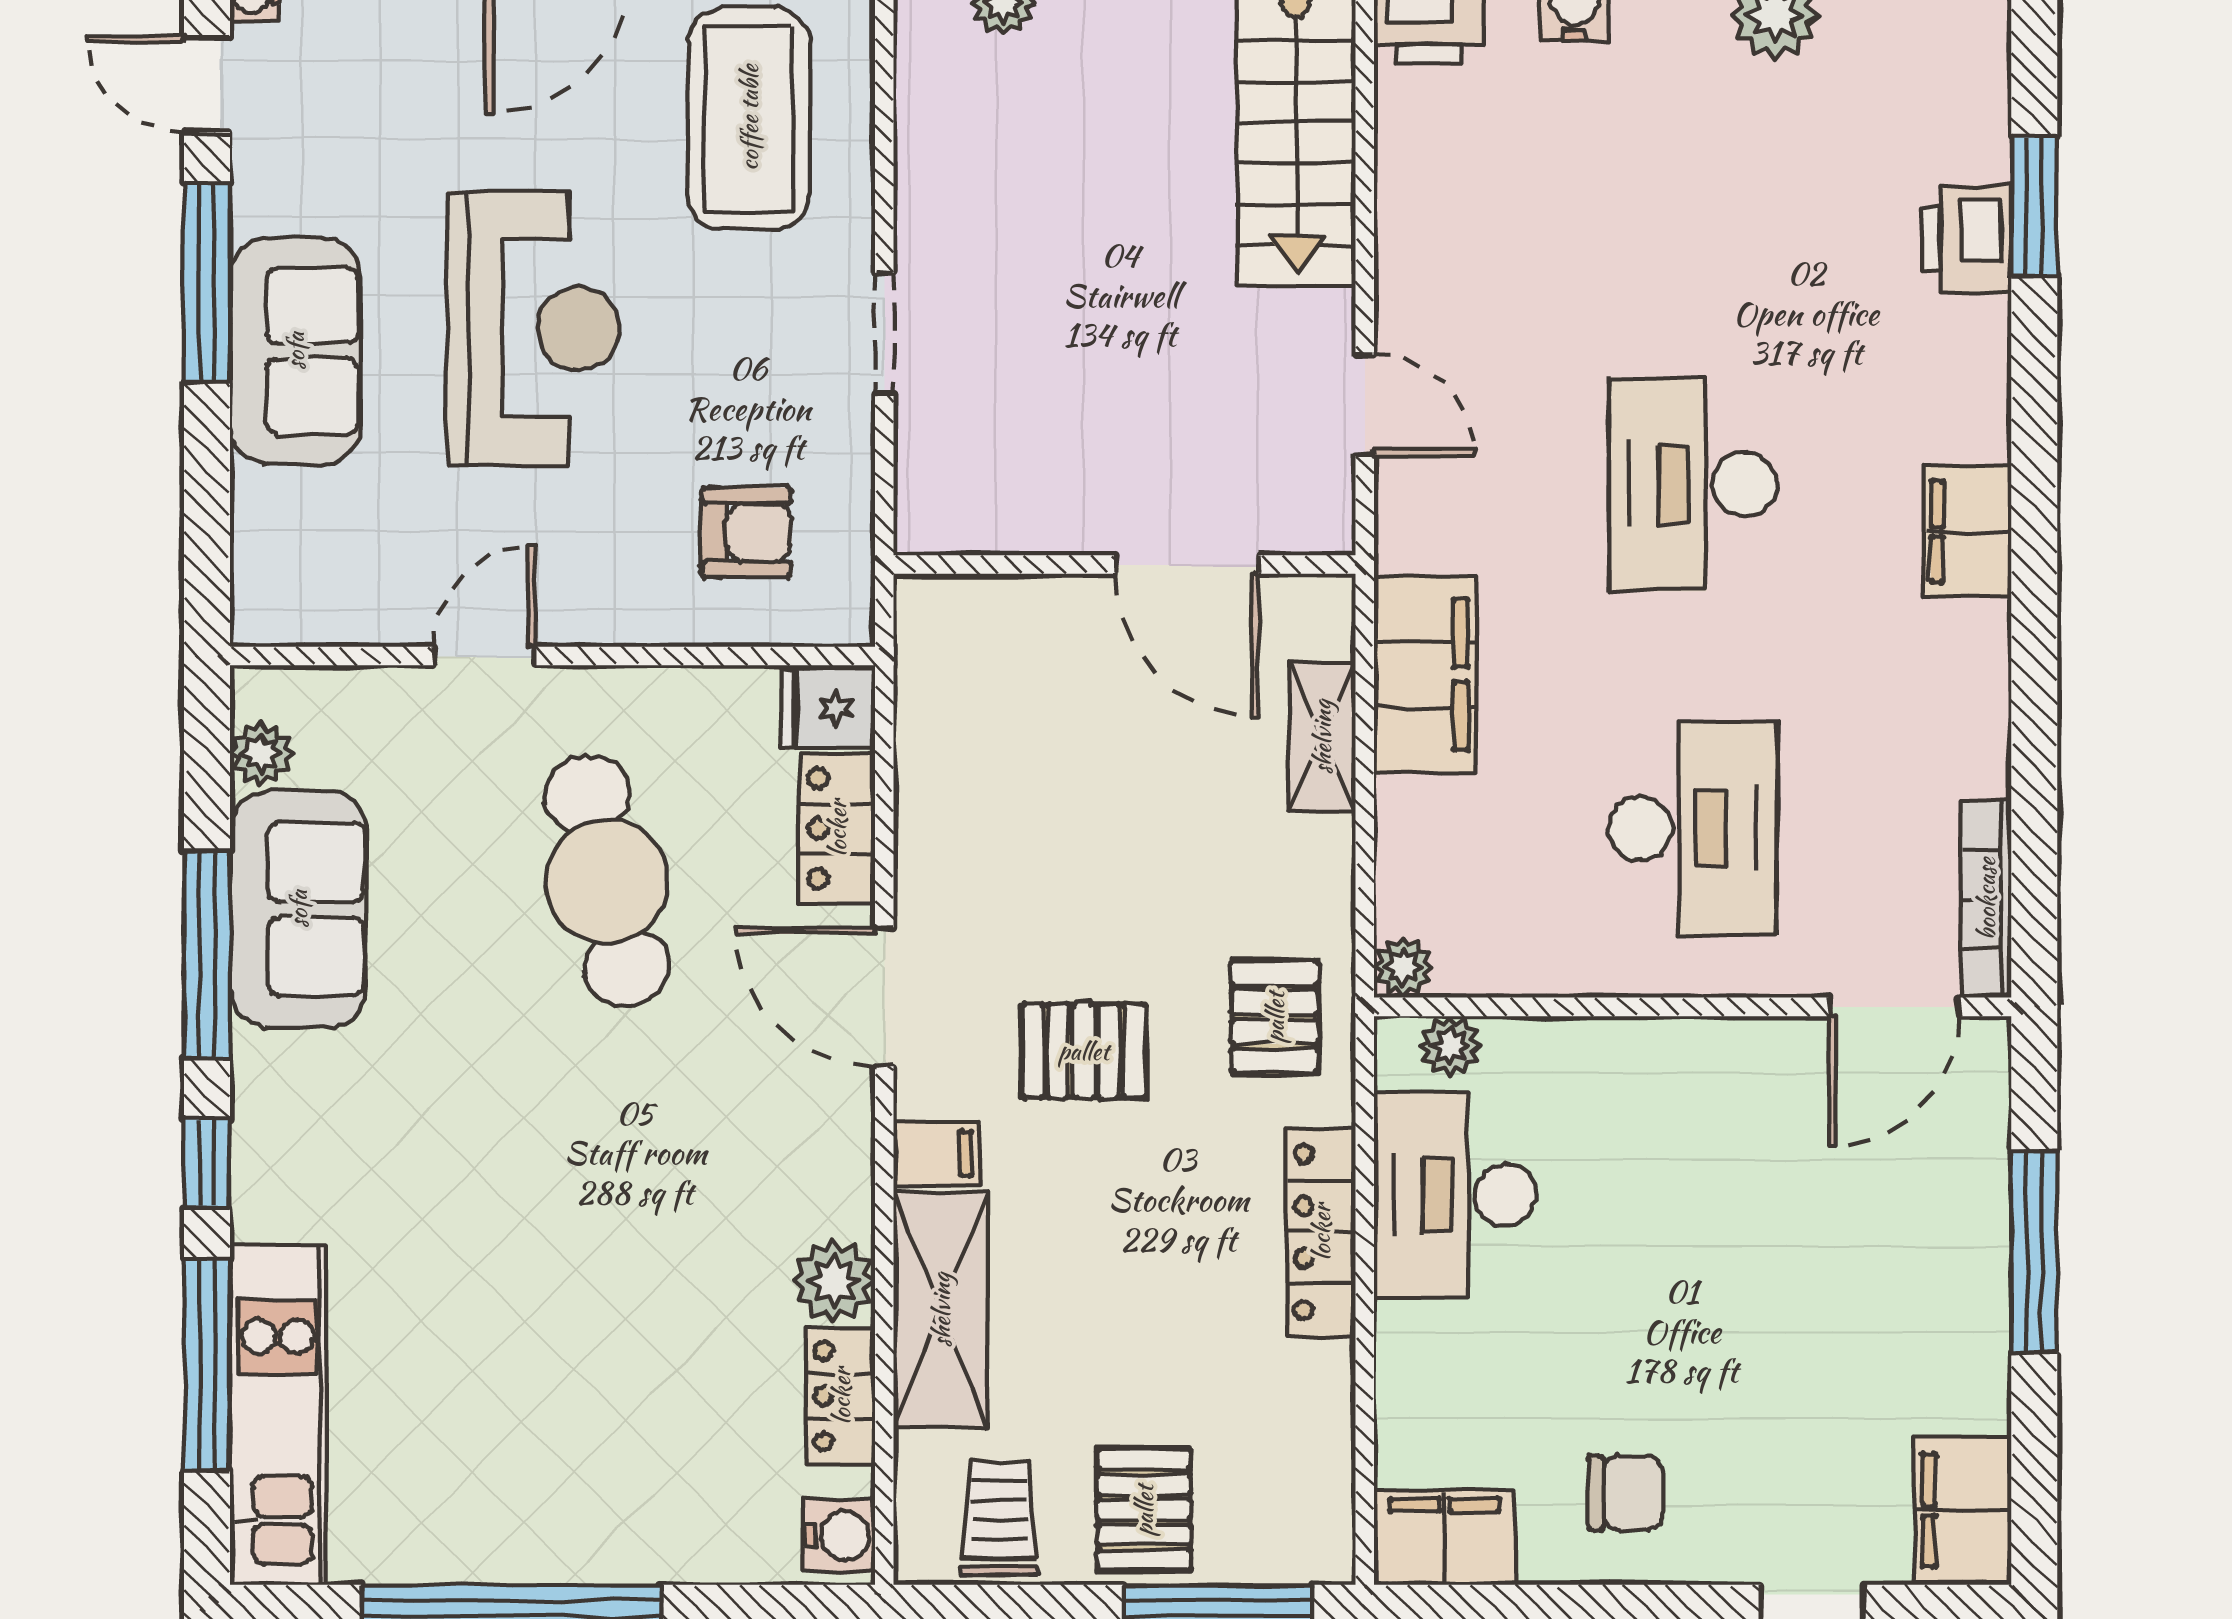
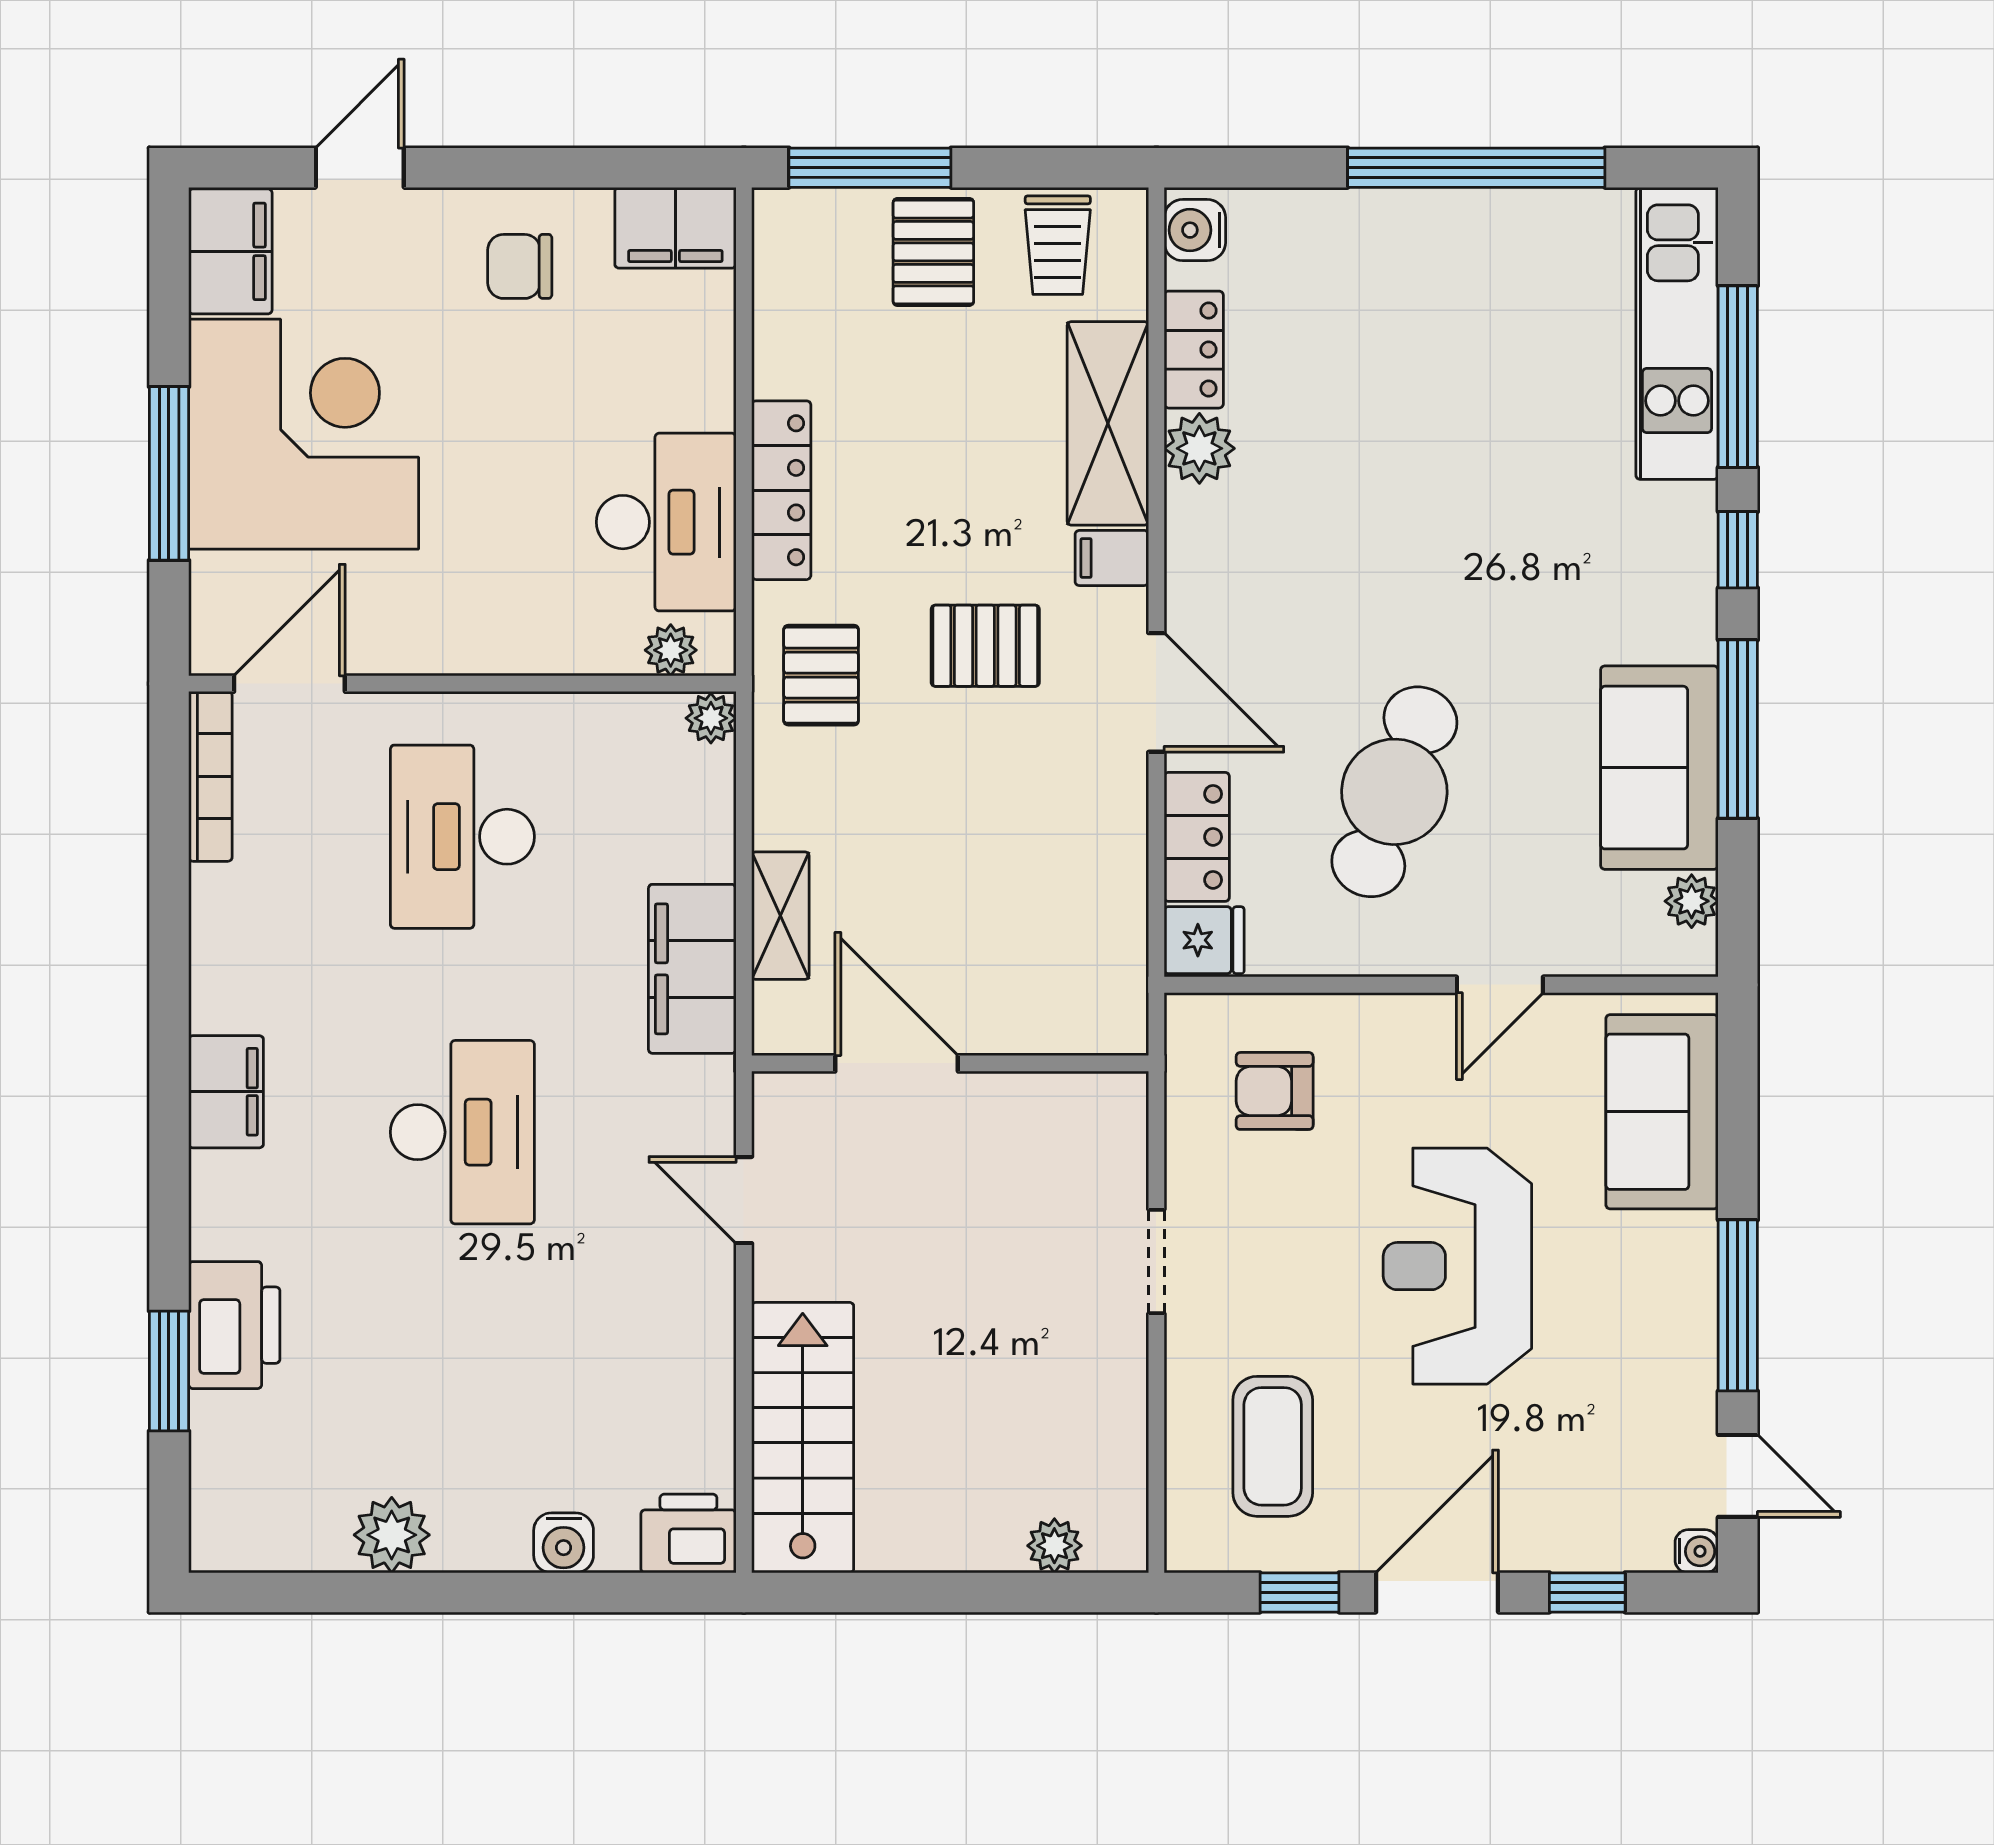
coffee table: (749, 118) -> (1273, 1446), width x0.73, depth x0.76
printer: (1967, 240) -> (234, 1325), width x1.37, depth x1.19
sofa: (295, 351) -> (1662, 1112), moved
cafe table: (607, 881) -> (1394, 792), turned 33
corner desk: (1878, 1297) -> (304, 434), added

